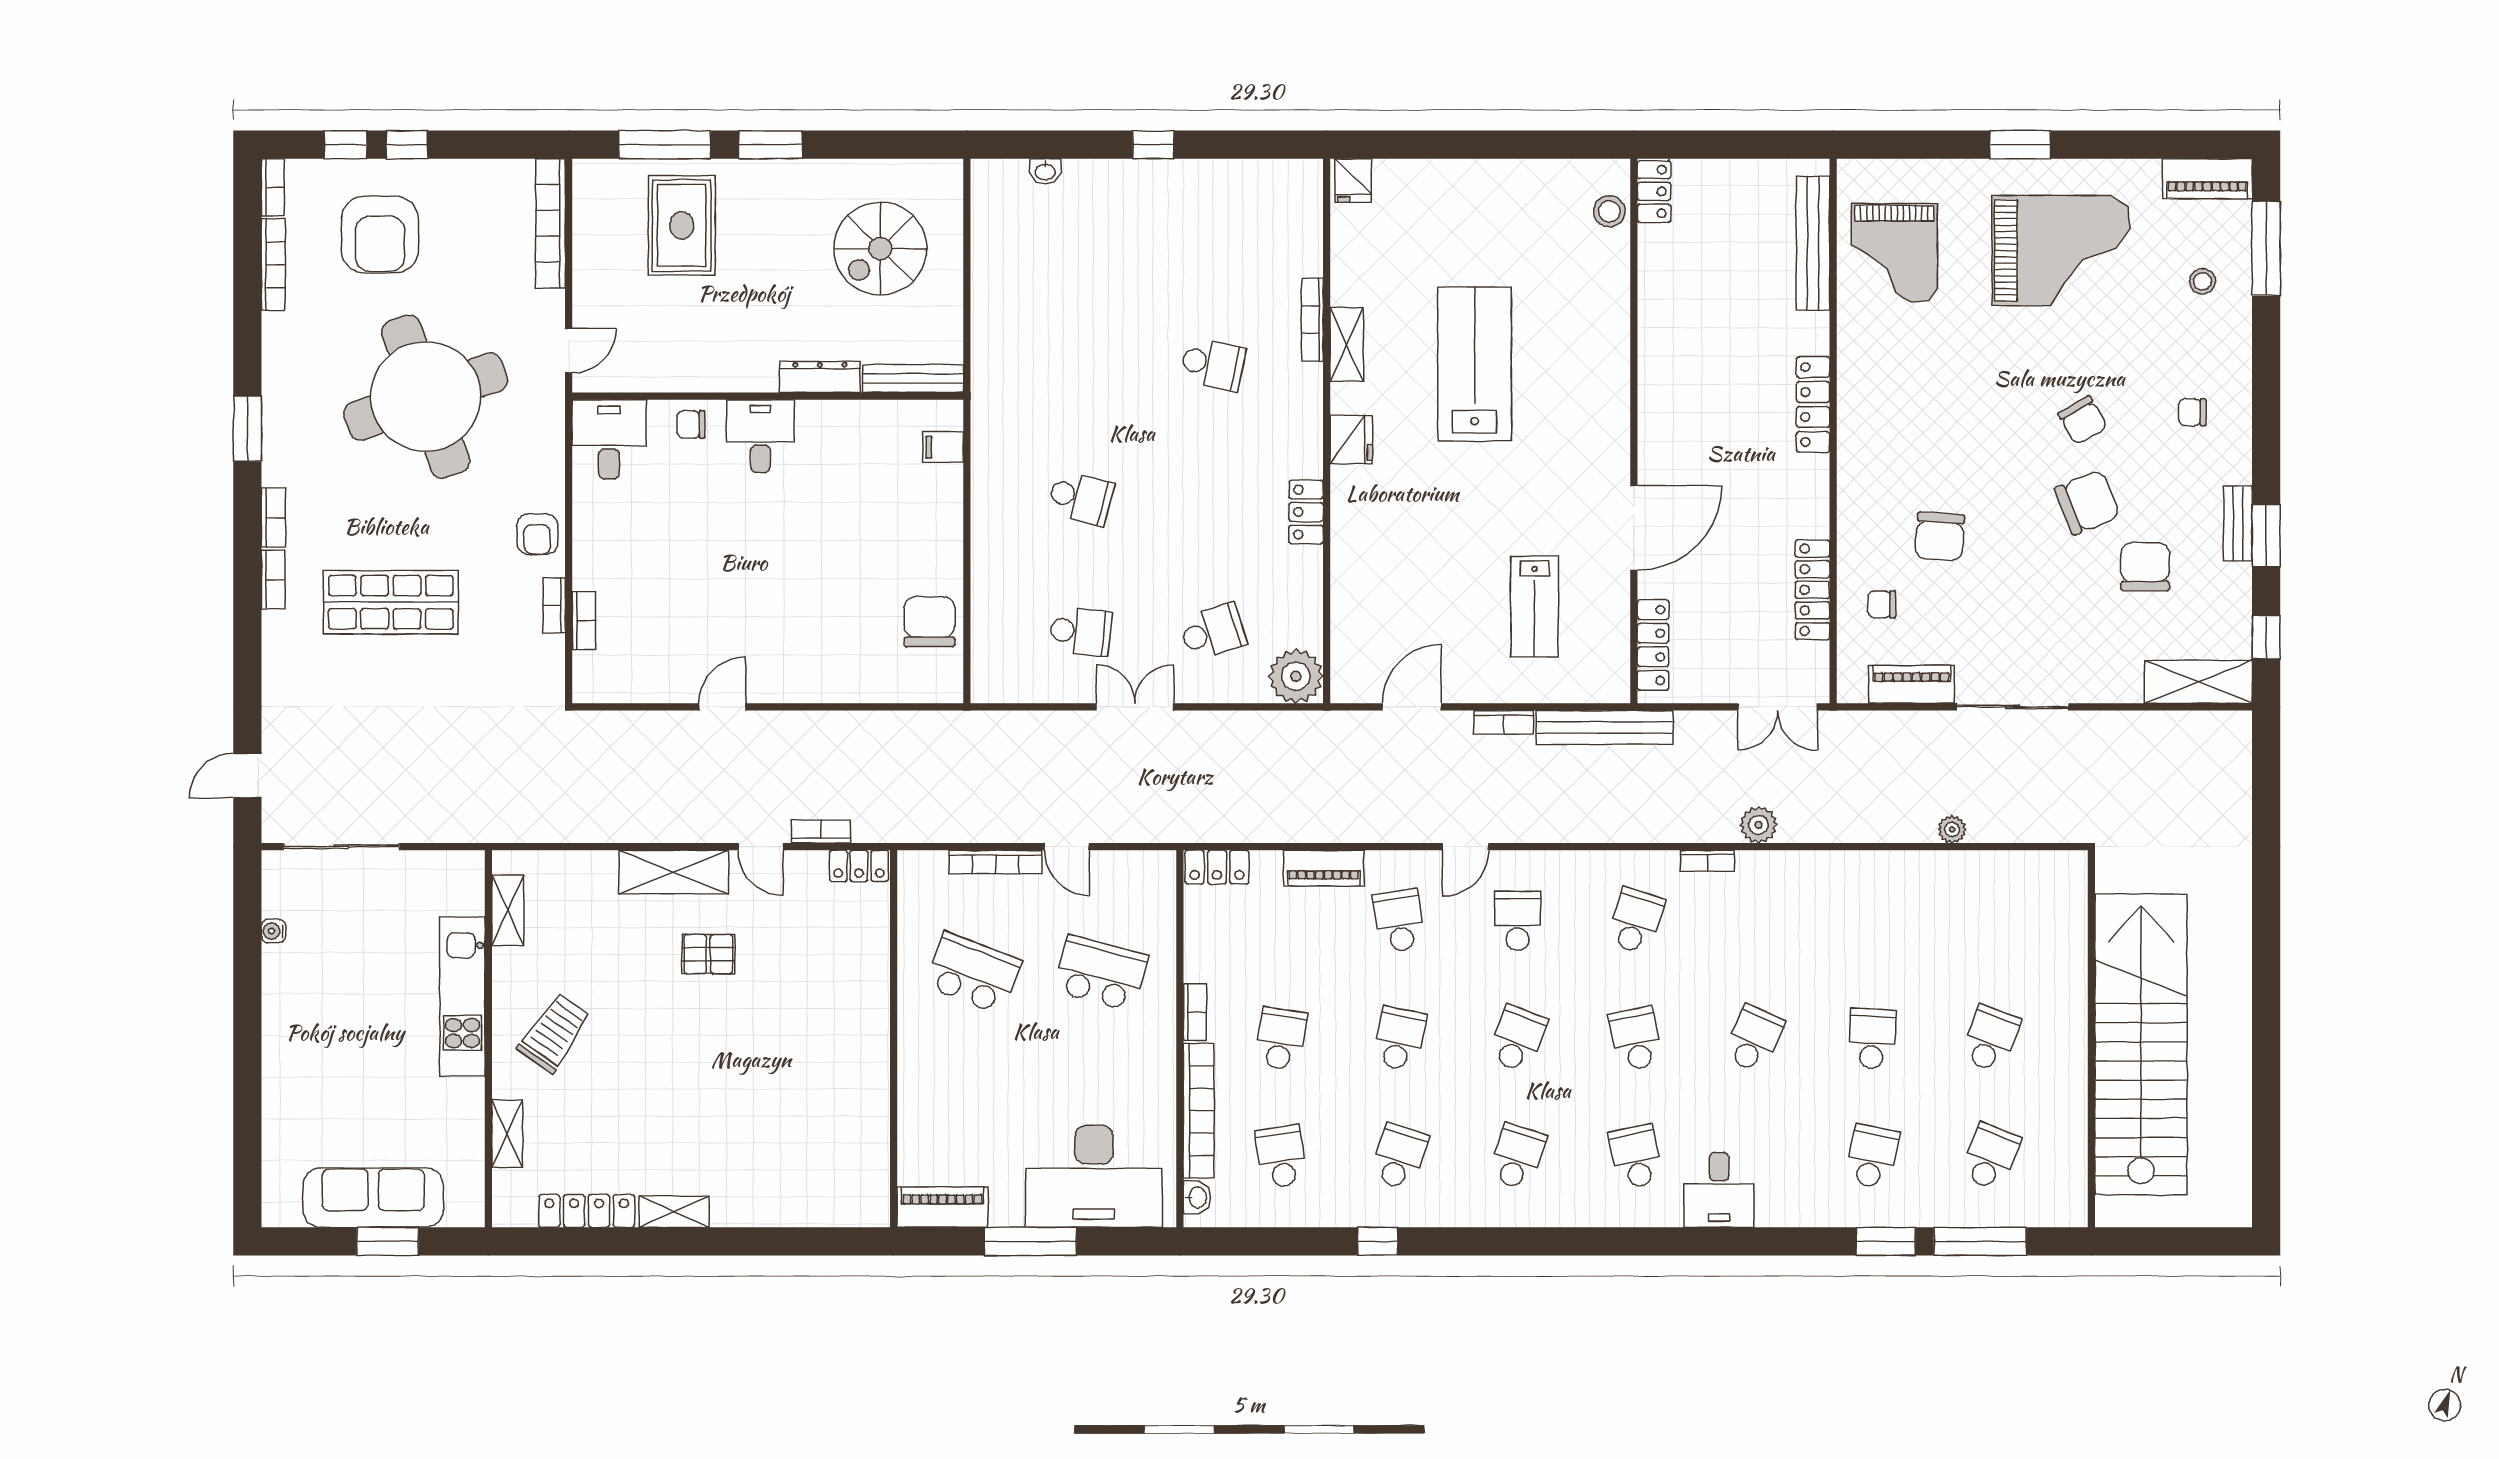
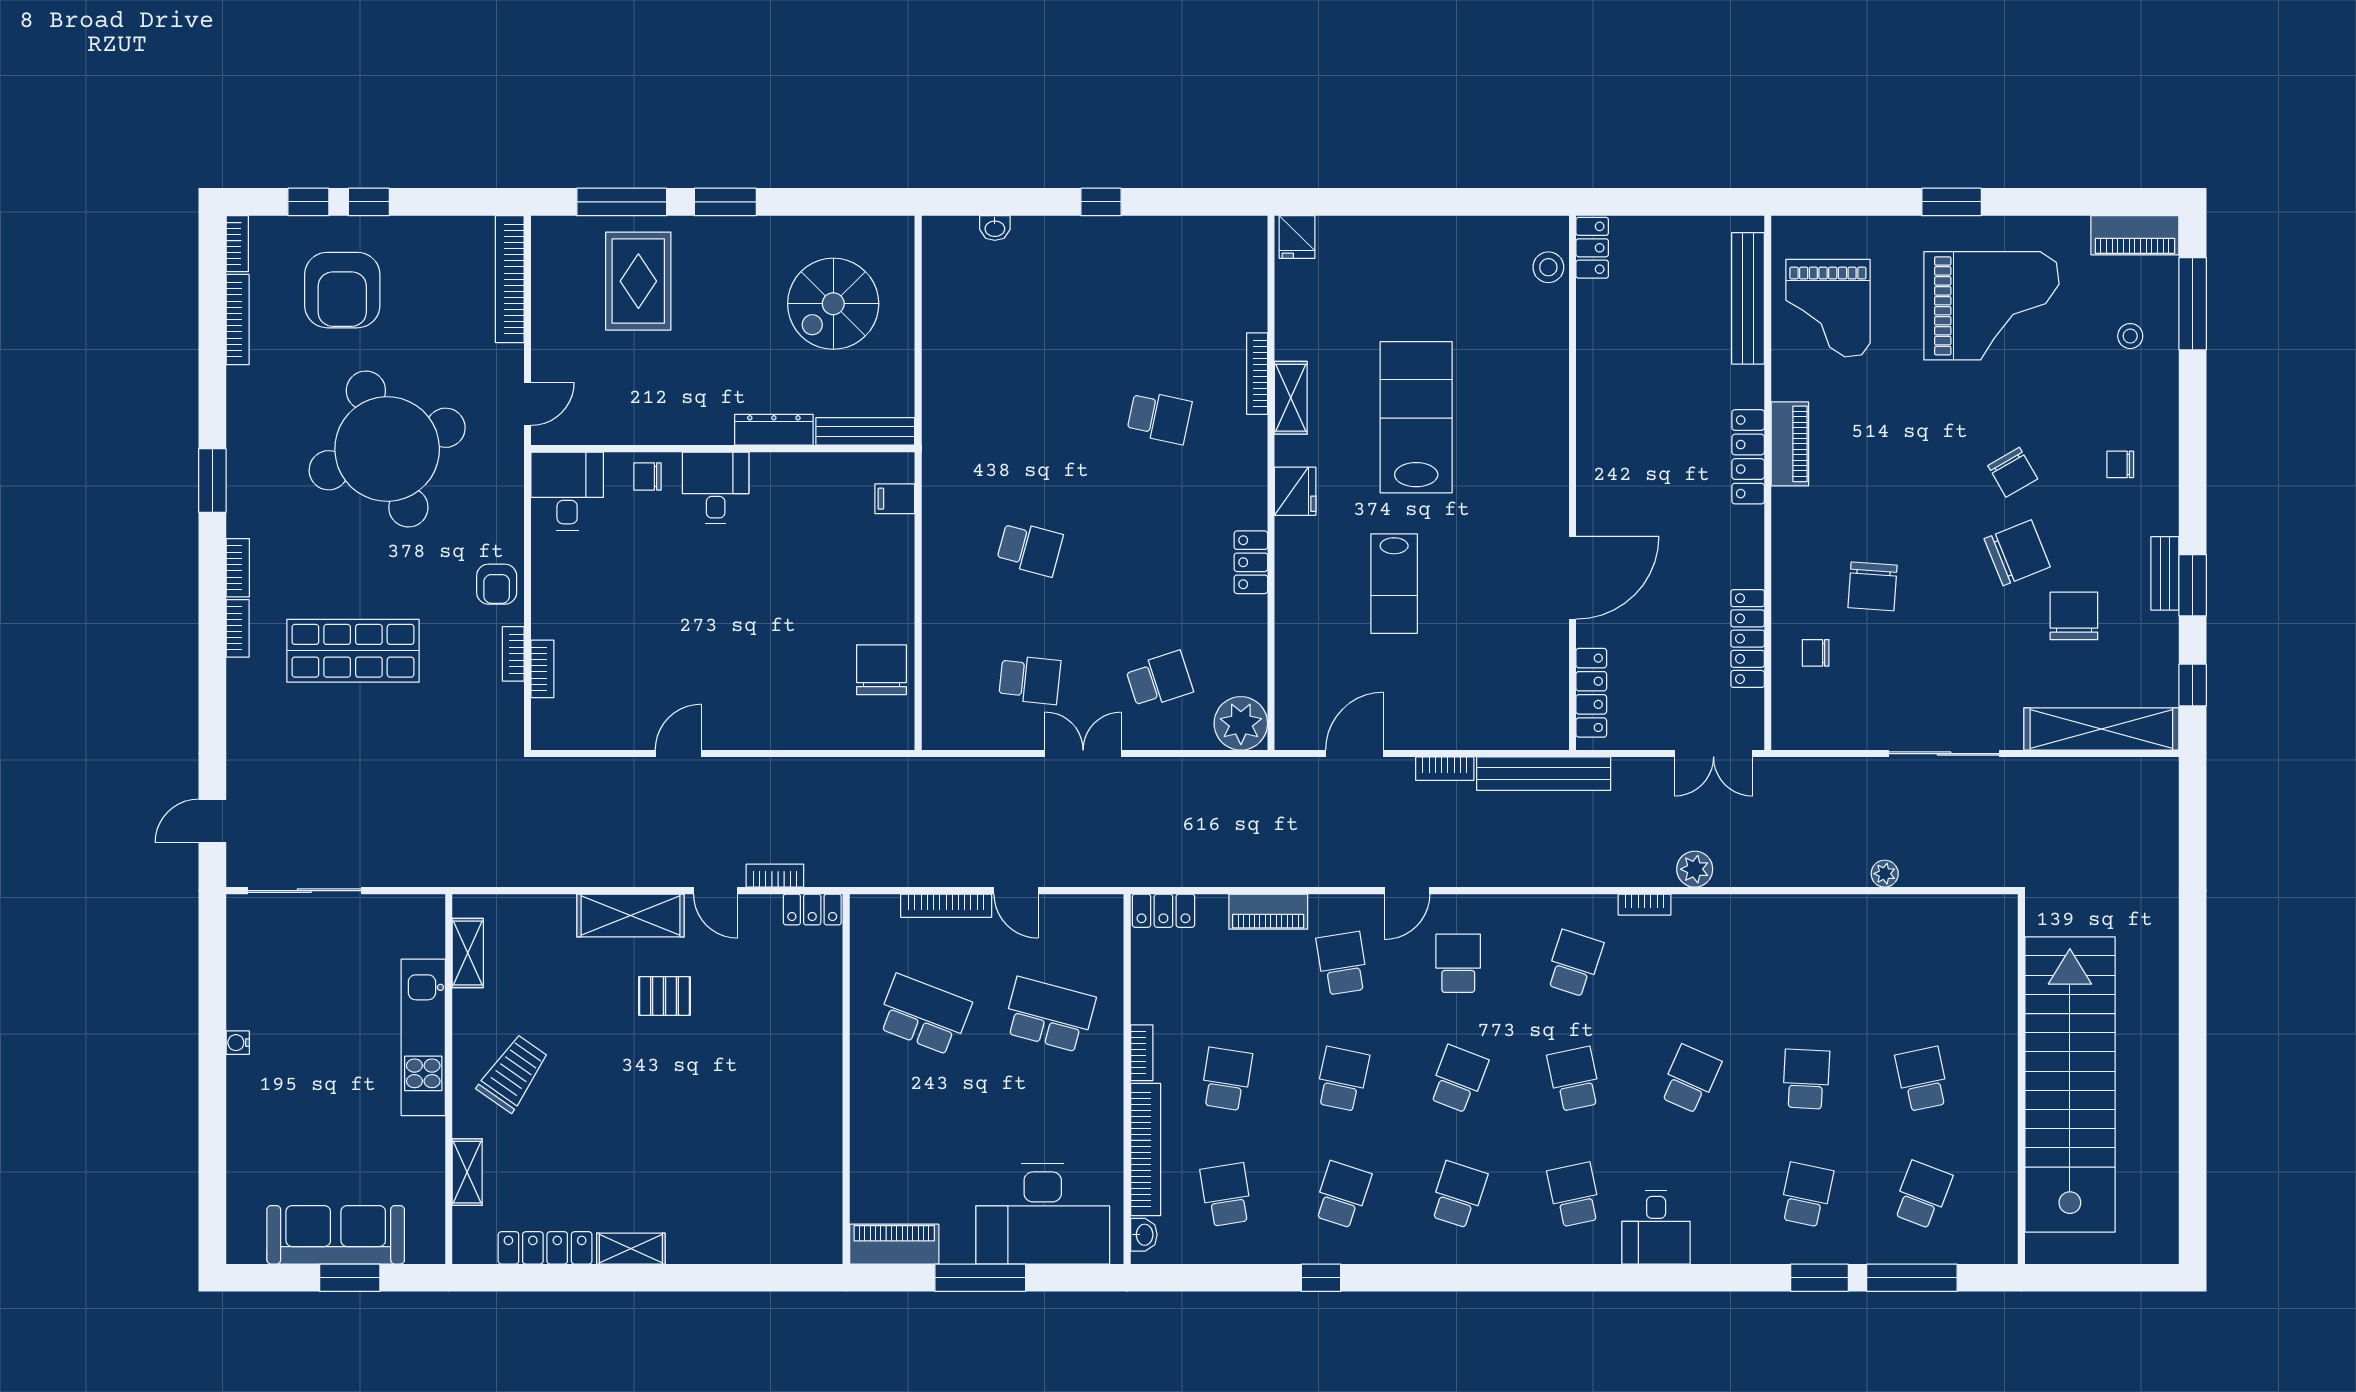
lab bench: (1535, 606) -> (1394, 584), moved
shelving: (2198, 682) -> (2101, 729), width x1.47
piano: (1912, 684) -> (1790, 444), moved, turned 90
water cooler: (273, 931) -> (238, 1043), moved
school desk: (1990, 1039) -> (1922, 1079), turned -33

